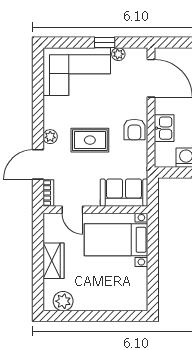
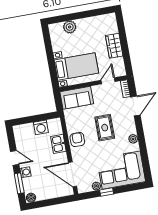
plant: (50, 137) -> (133, 139), moved
rug: (90, 140) -> (105, 128), turned 90
door: (72, 210) -> (108, 81), hinge flipped
plant: (63, 301) -> (70, 27), moved

